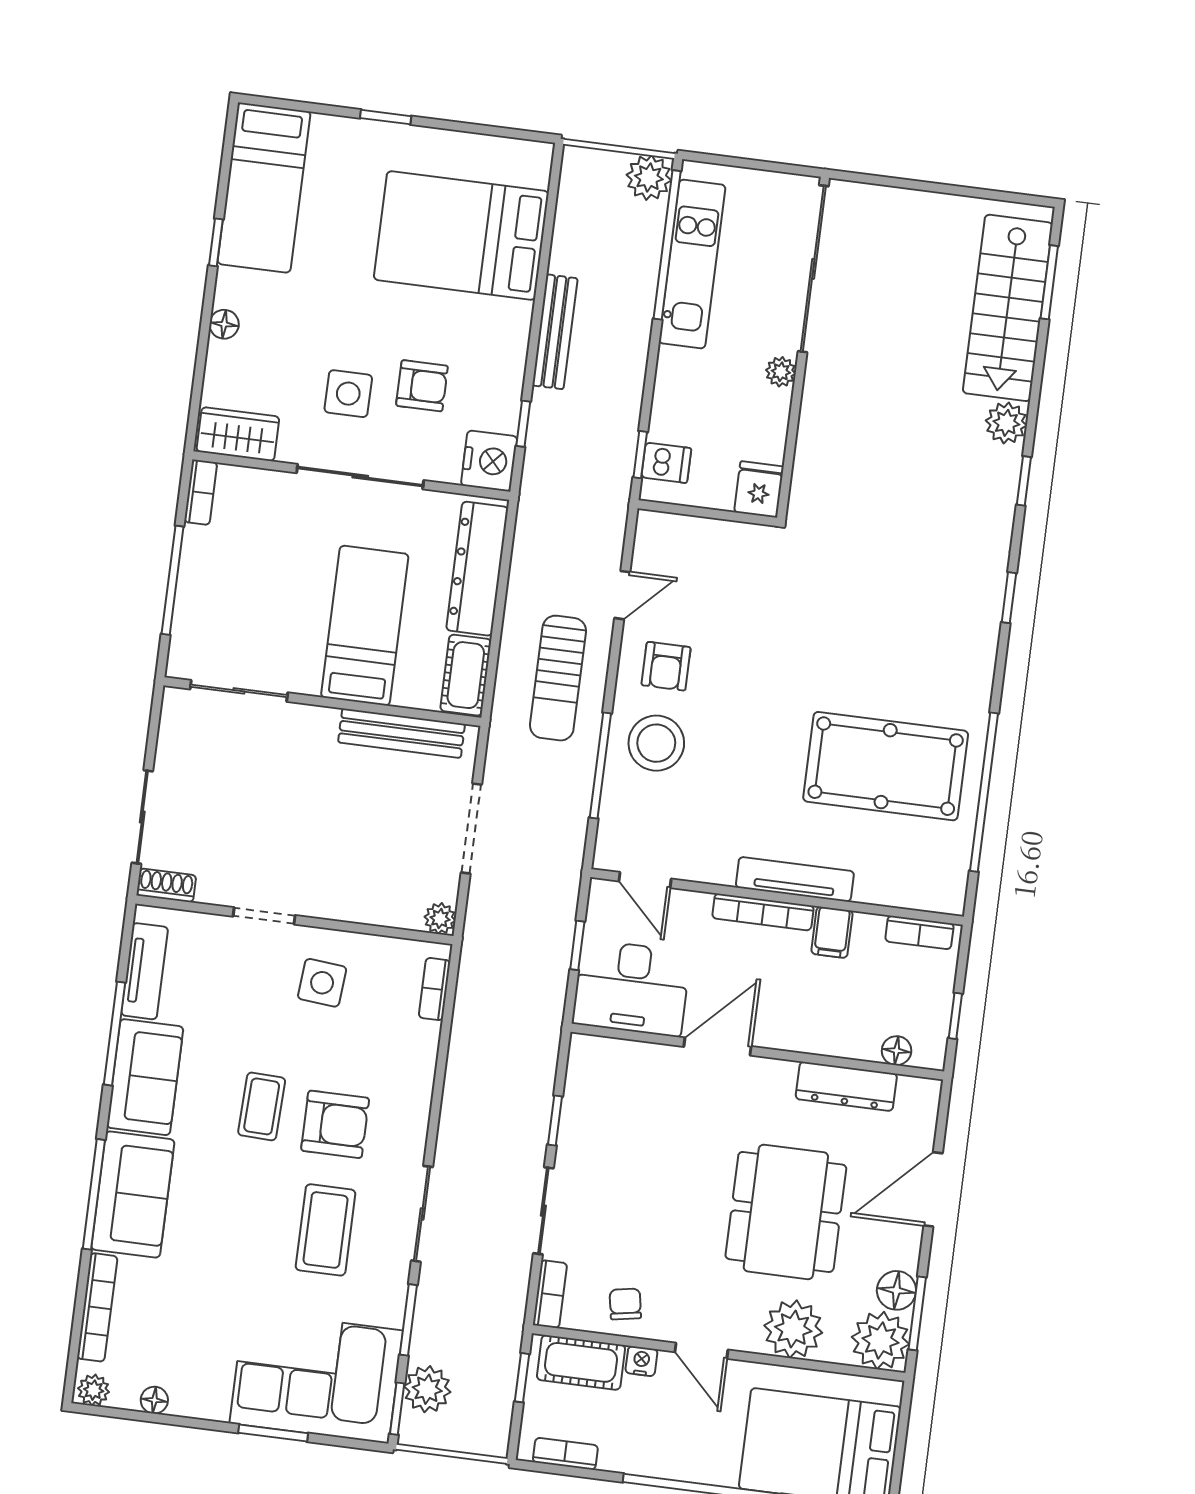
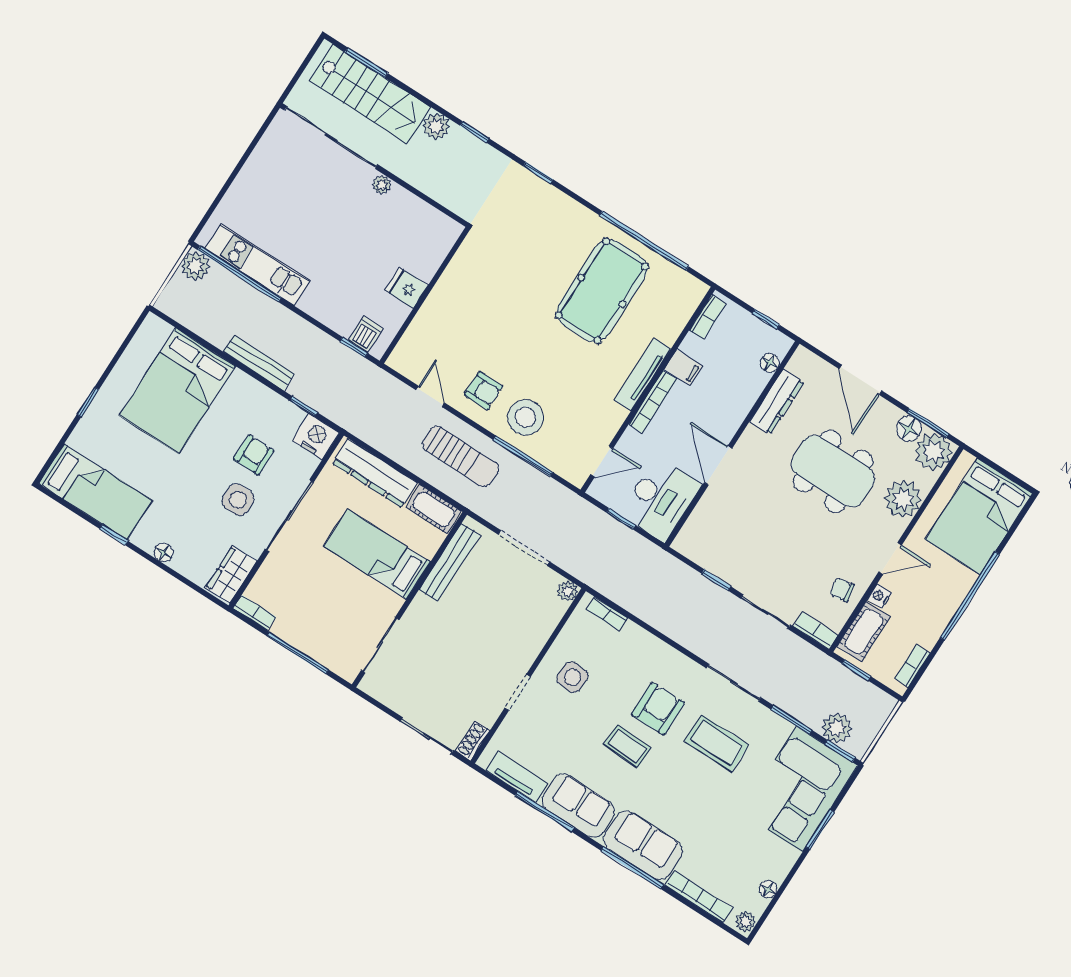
sliding door: (813, 269) -> (331, 137), moved
wall: (803, 348) -> (374, 165), moved
plant: (781, 372) -> (382, 185), moved

